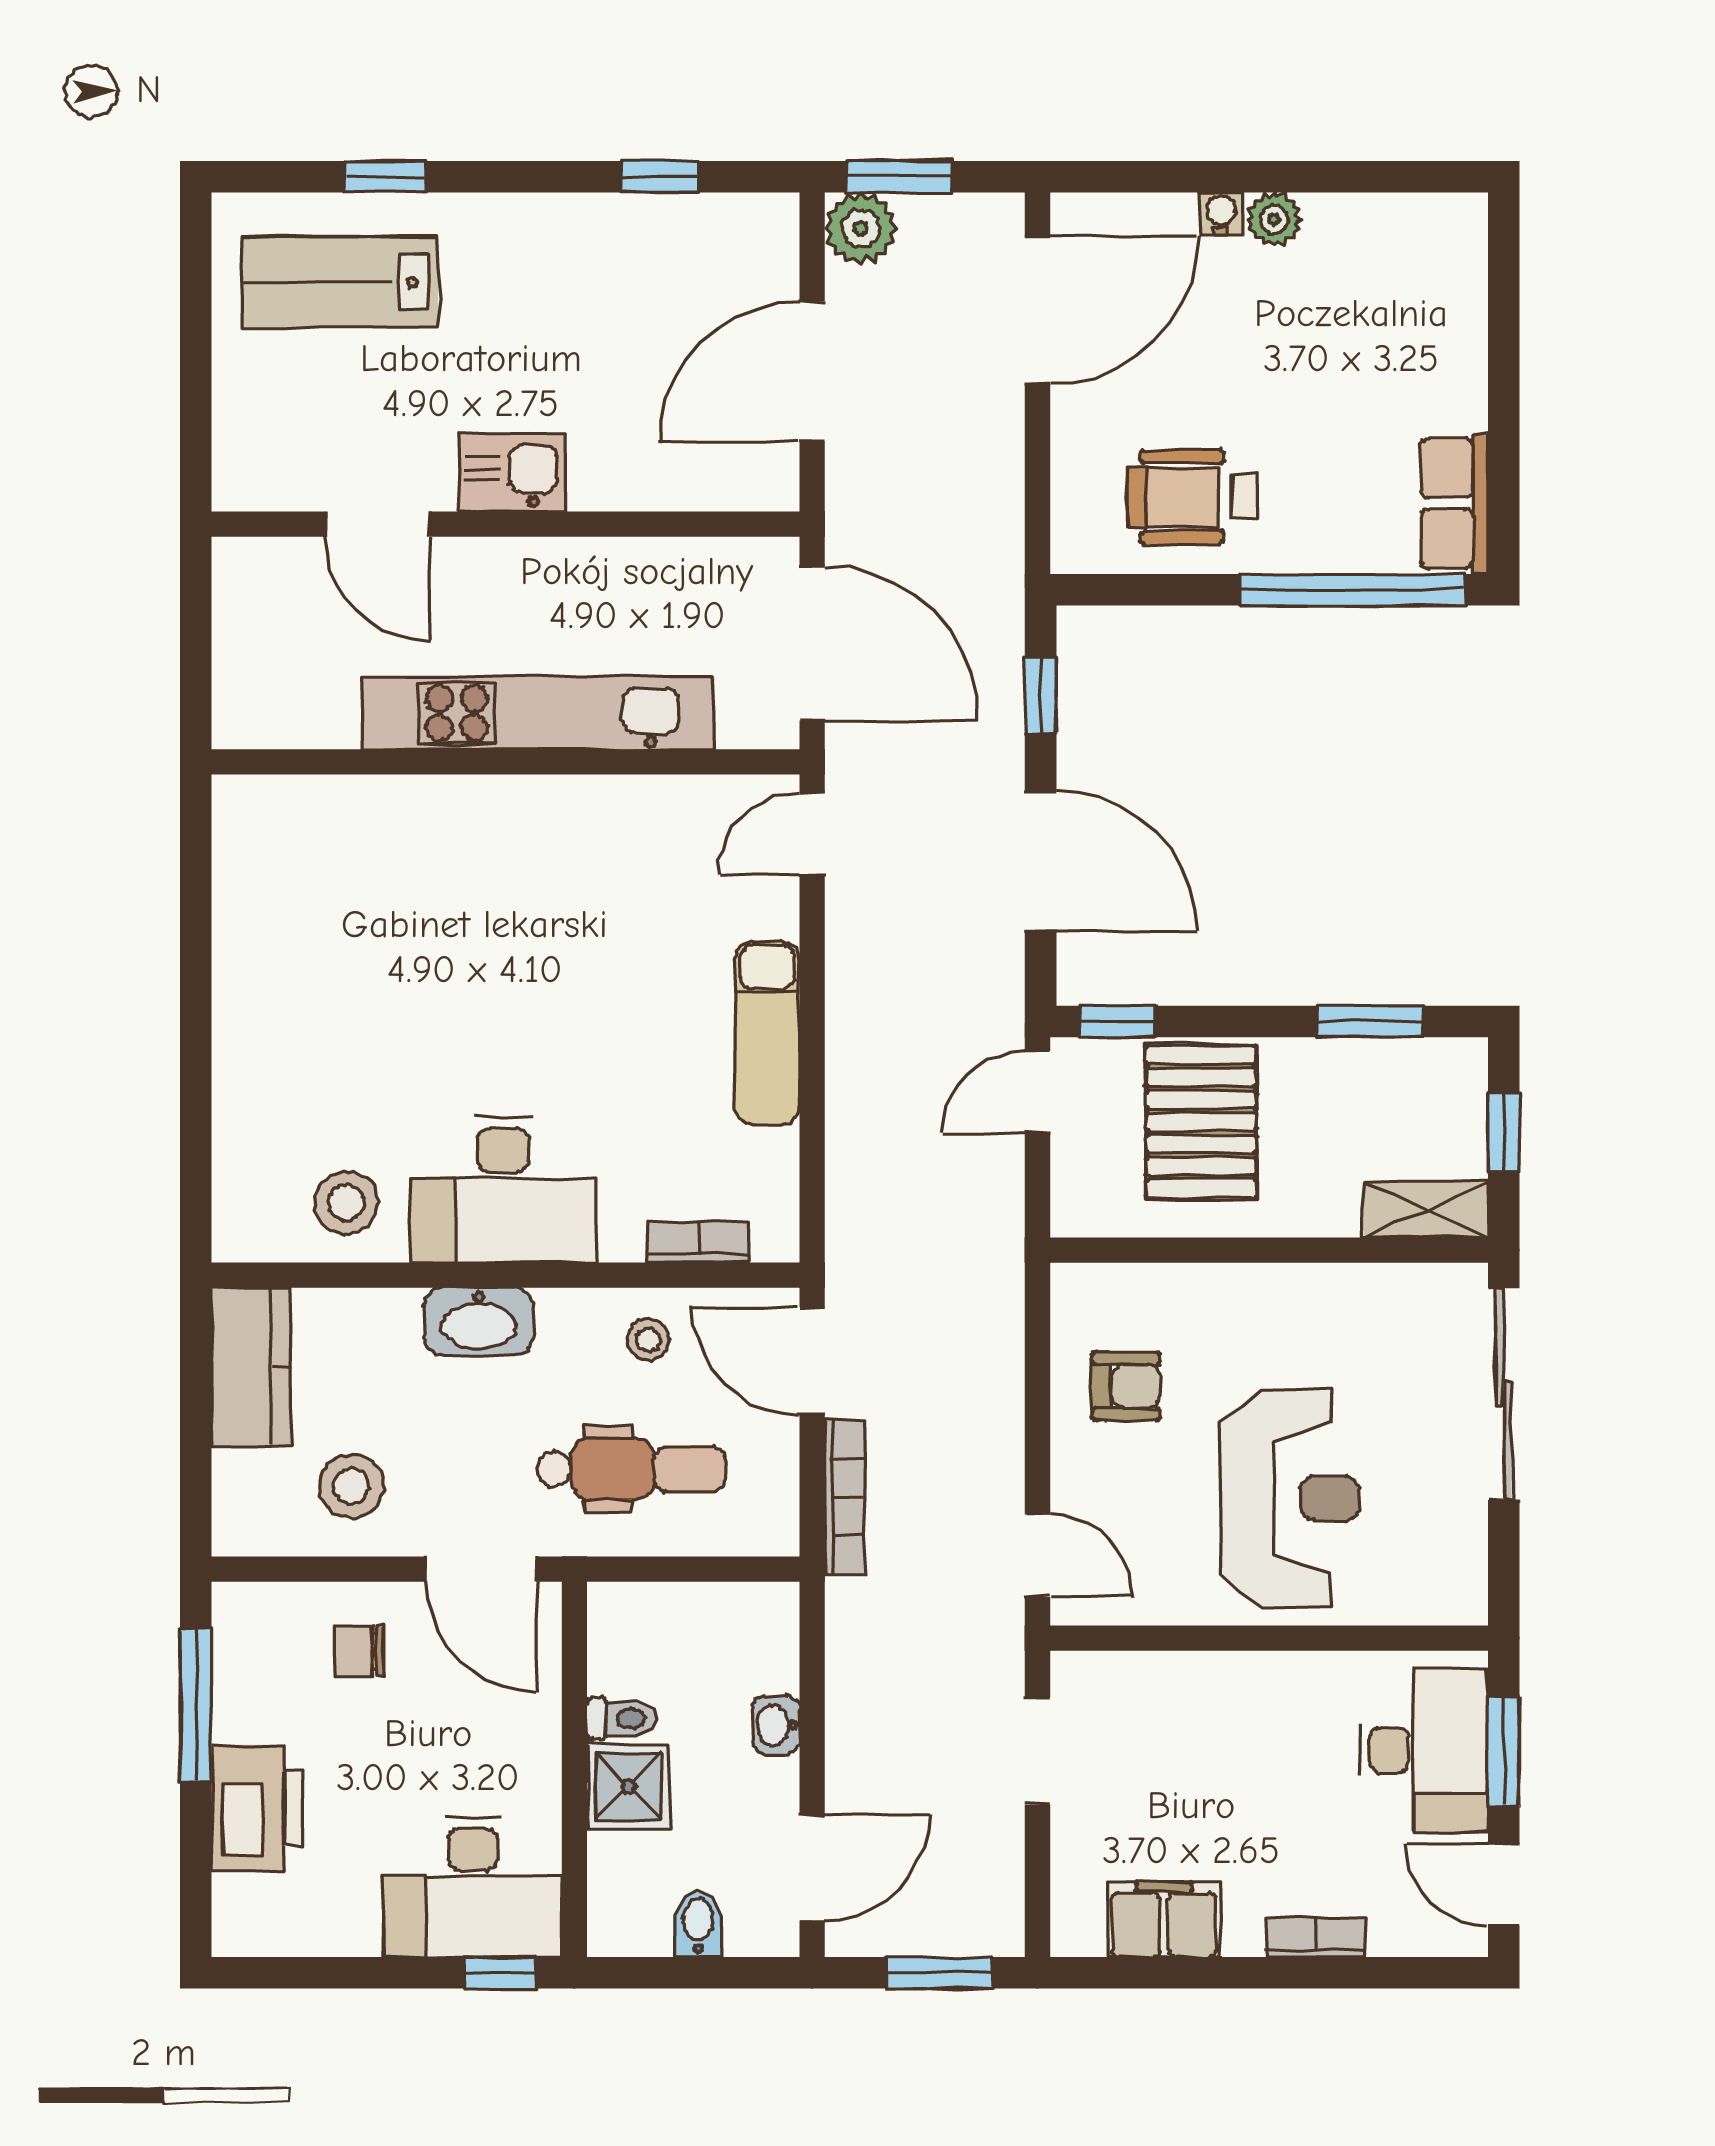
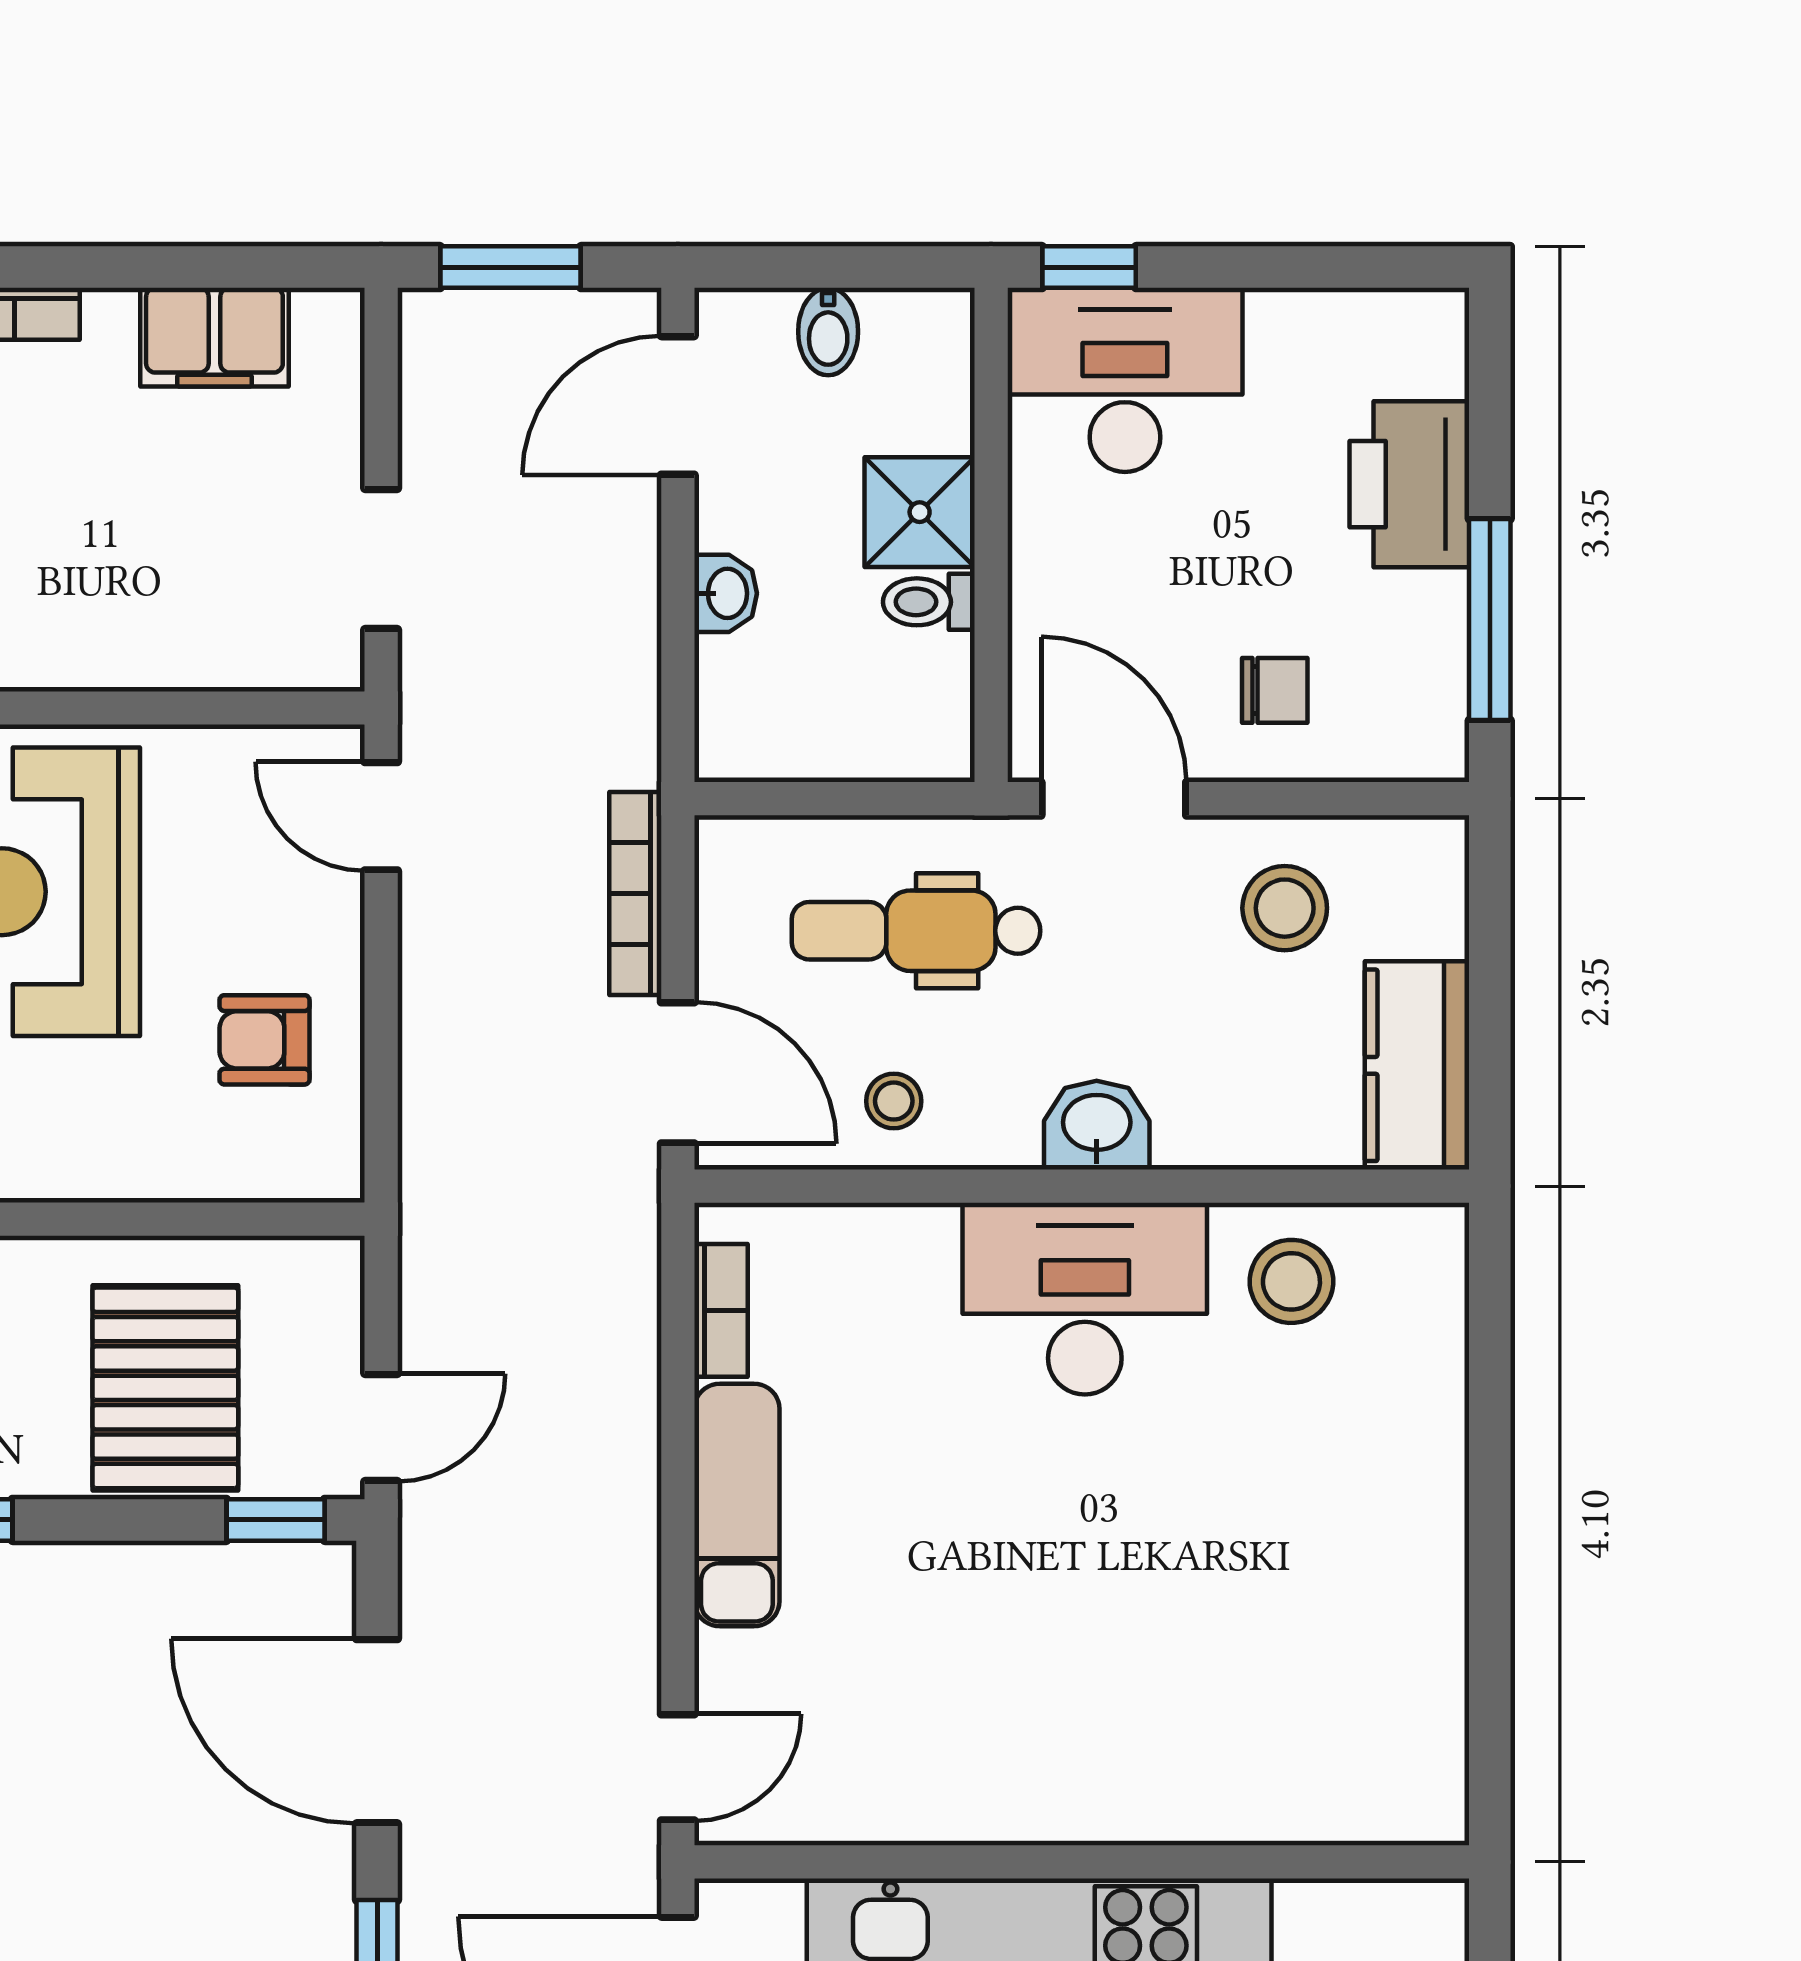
bookcase: (699, 1242) -> (721, 1310), moved, turned -90
washbasin: (479, 1321) -> (1097, 1125), width x0.72

